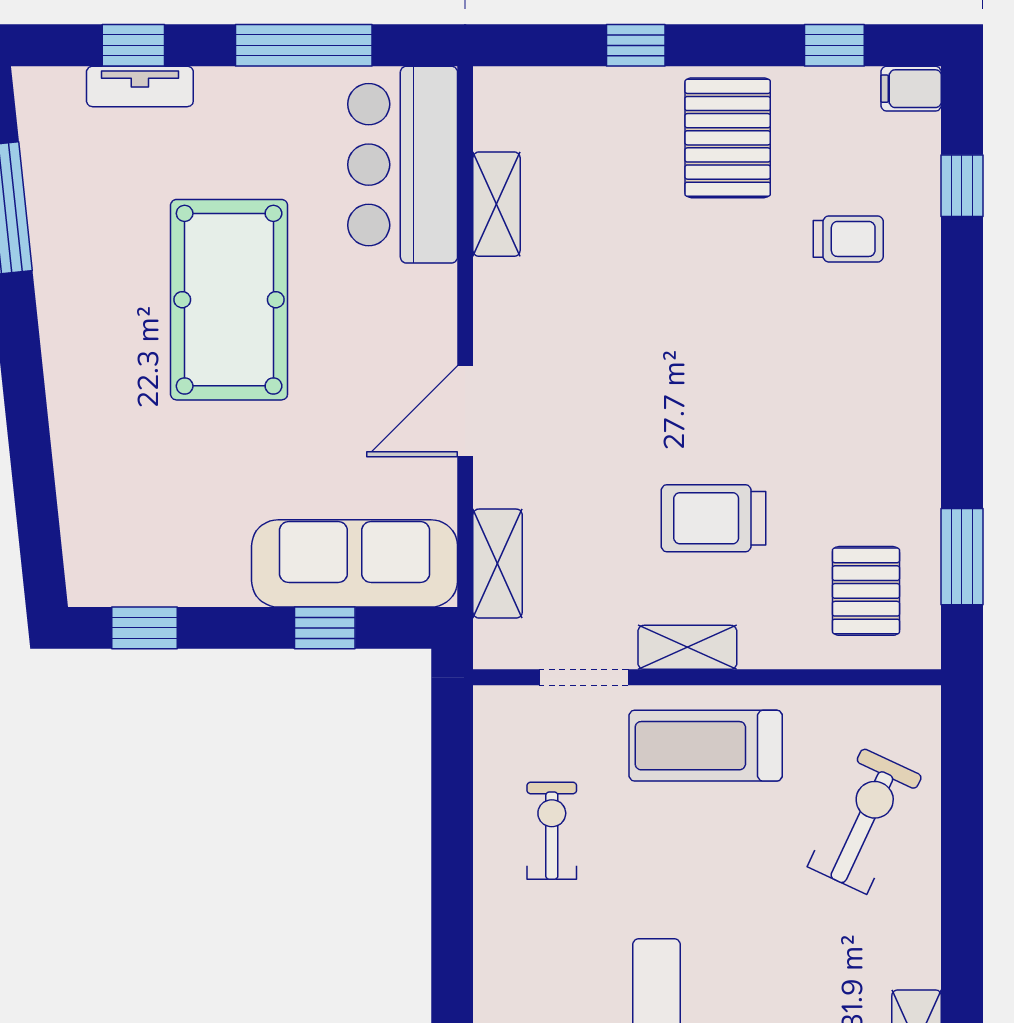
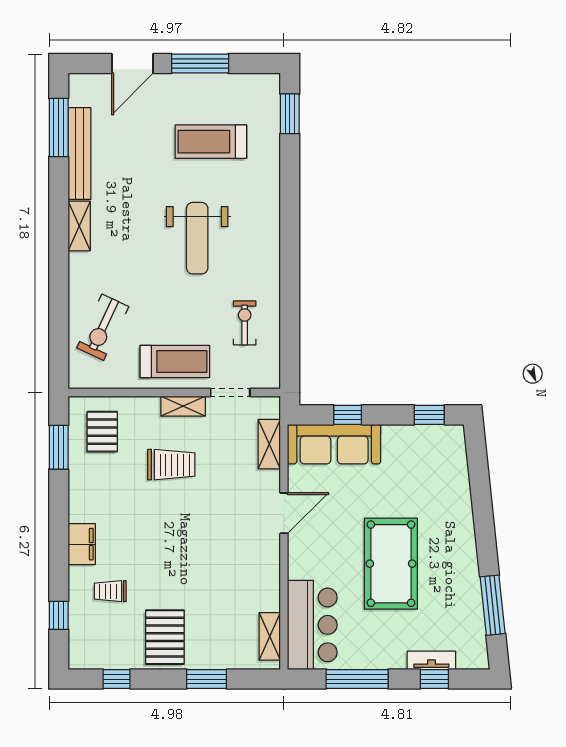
window: (636, 45) -> (207, 679), width x1.50
filing cabinet: (911, 89) -> (82, 544), moved, width x2.00
shelving: (497, 204) -> (270, 636), moved
exercise bike: (552, 831) -> (245, 323), turned 180

